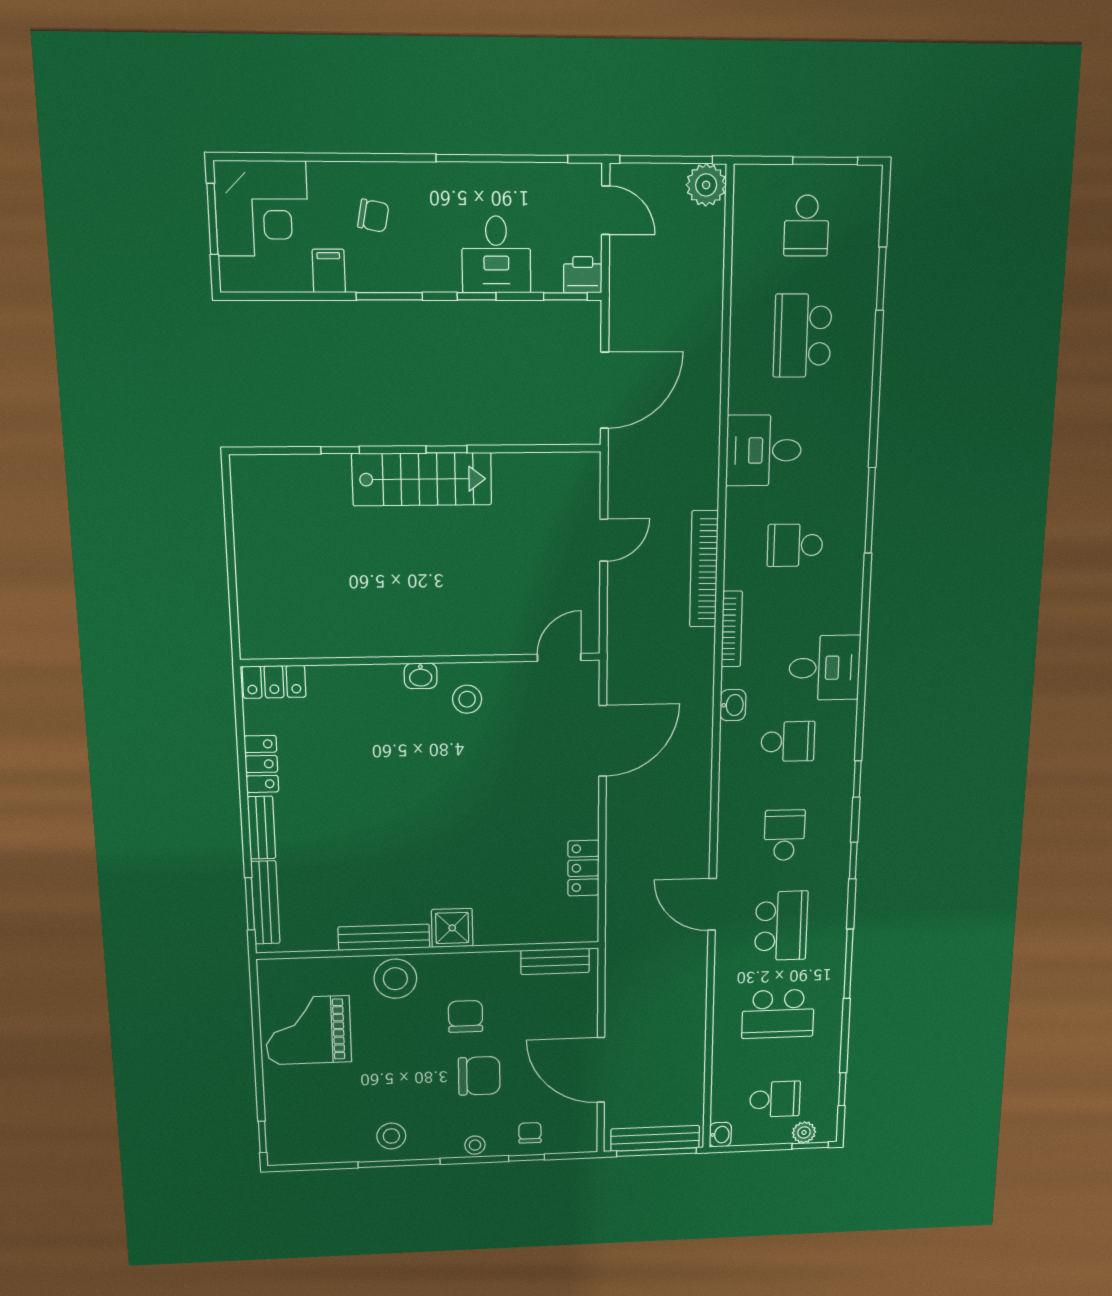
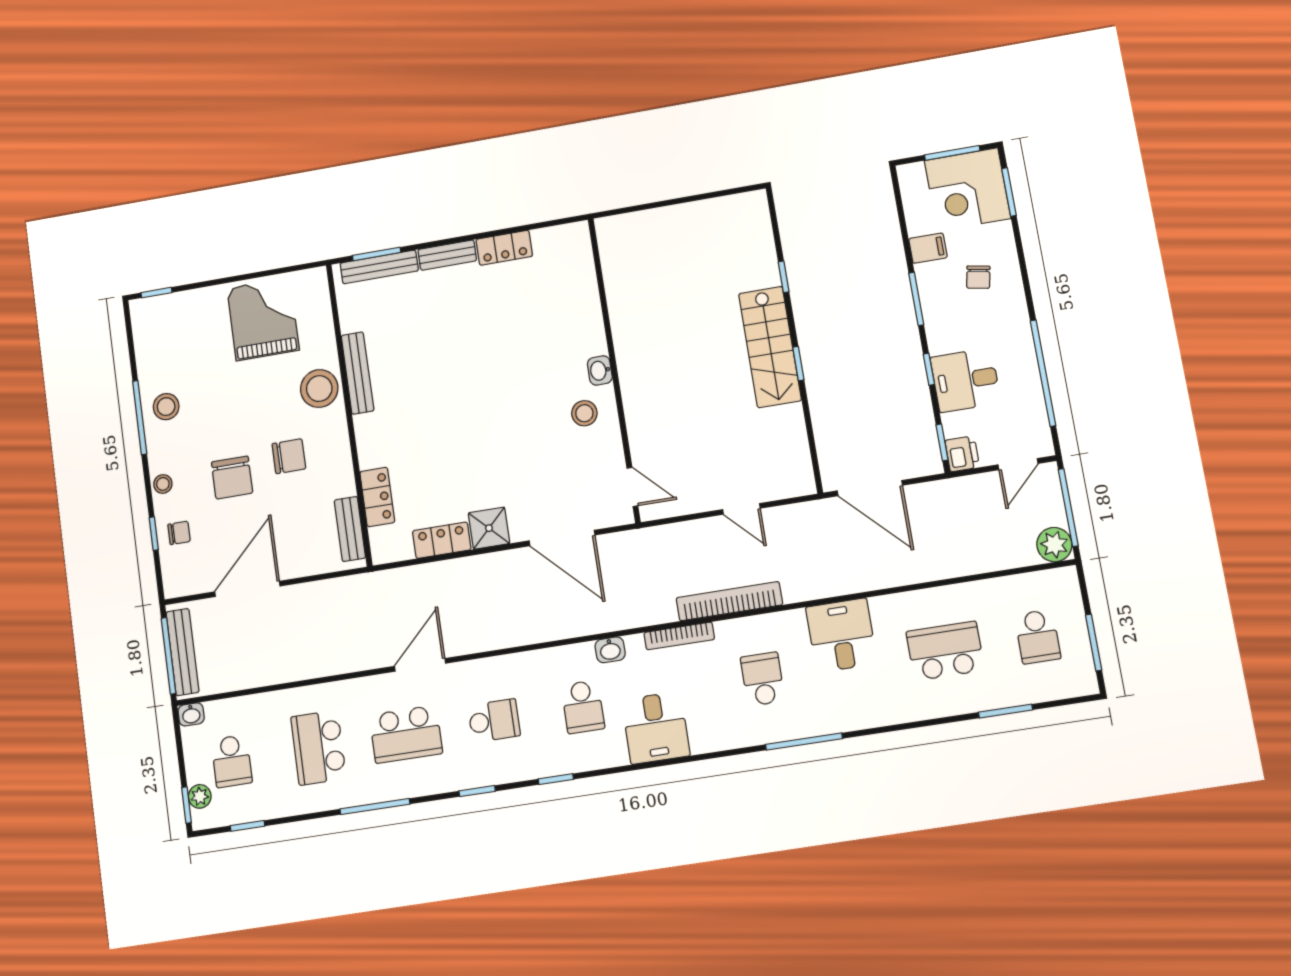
window: (271, 157) -> (1009, 192), added
school desk: (806, 226) -> (1038, 637), turned -90
locker: (274, 682) -> (377, 497), moved, turned 180
shower: (452, 928) -> (489, 528), moved

